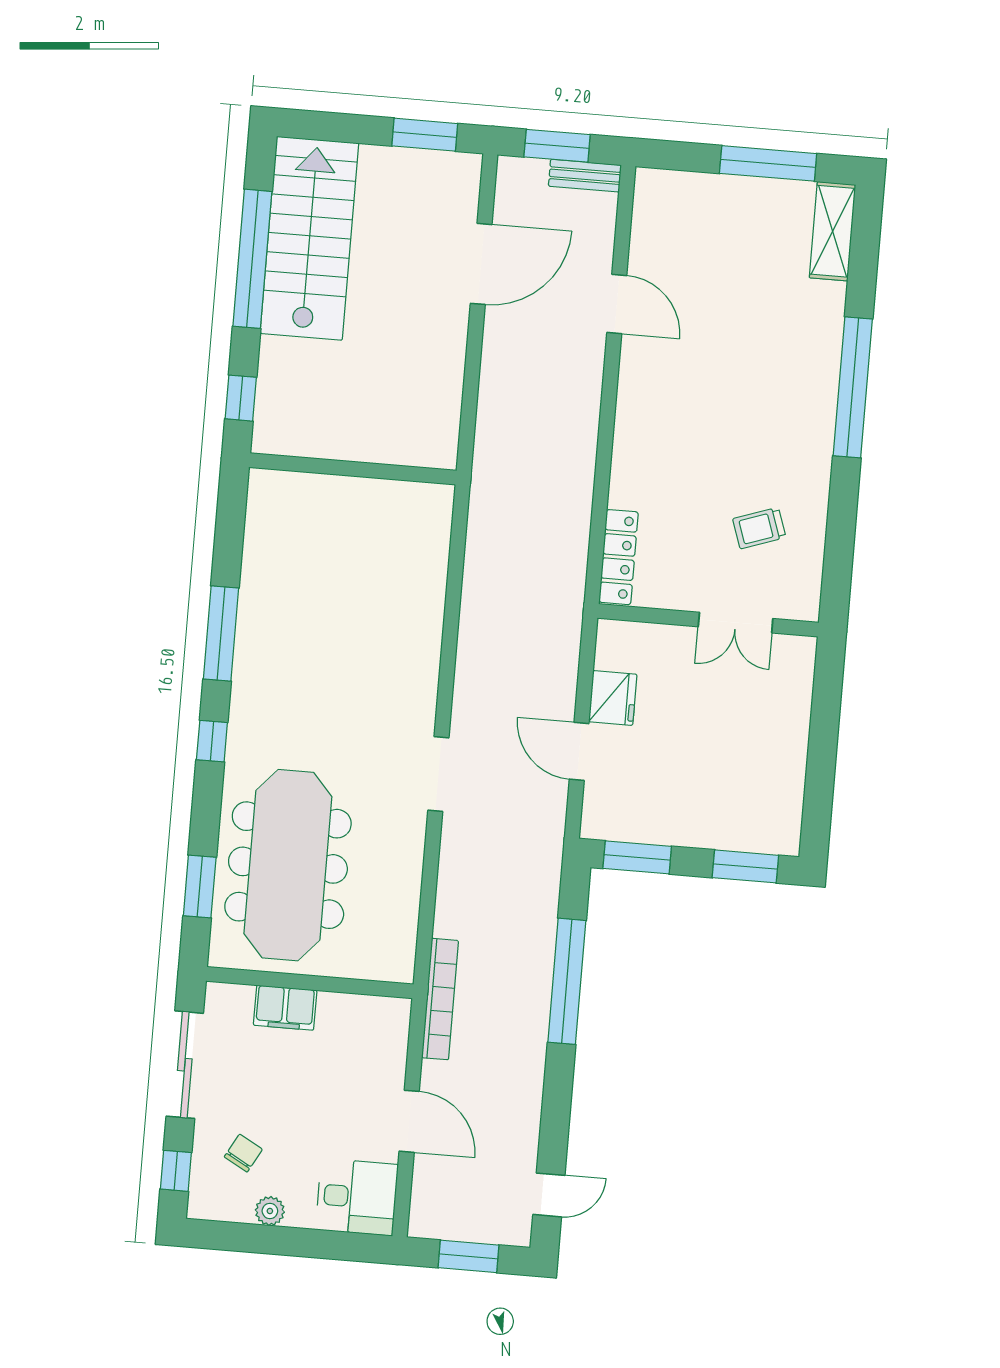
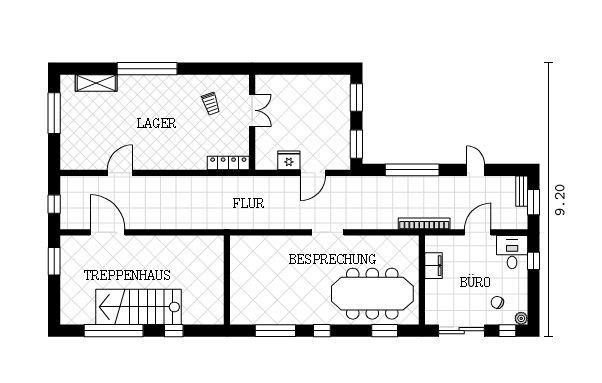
window: (557, 146) -> (54, 204), width x0.67
bench: (585, 176) -> (522, 191), moved
shelving: (833, 231) -> (96, 83), moved
stairs: (309, 238) -> (139, 307), moved
wall: (353, 469) -> (227, 280), moved
filing cabinet: (285, 1008) -> (434, 266), moved
door: (549, 1195) -> (476, 170), moved
plant: (270, 1211) -> (521, 318), moved
window: (332, 1245) -> (534, 261), added

